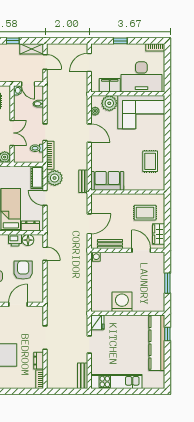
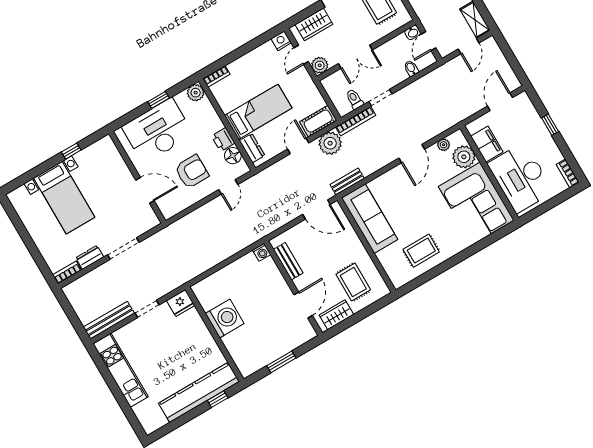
door: (89, 63) -> (500, 102), hinge flipped
sofa: (107, 181) -> (370, 219), width x1.36
door: (89, 224) -> (316, 209), moved
bench: (83, 376) -> (109, 320), width x1.36

